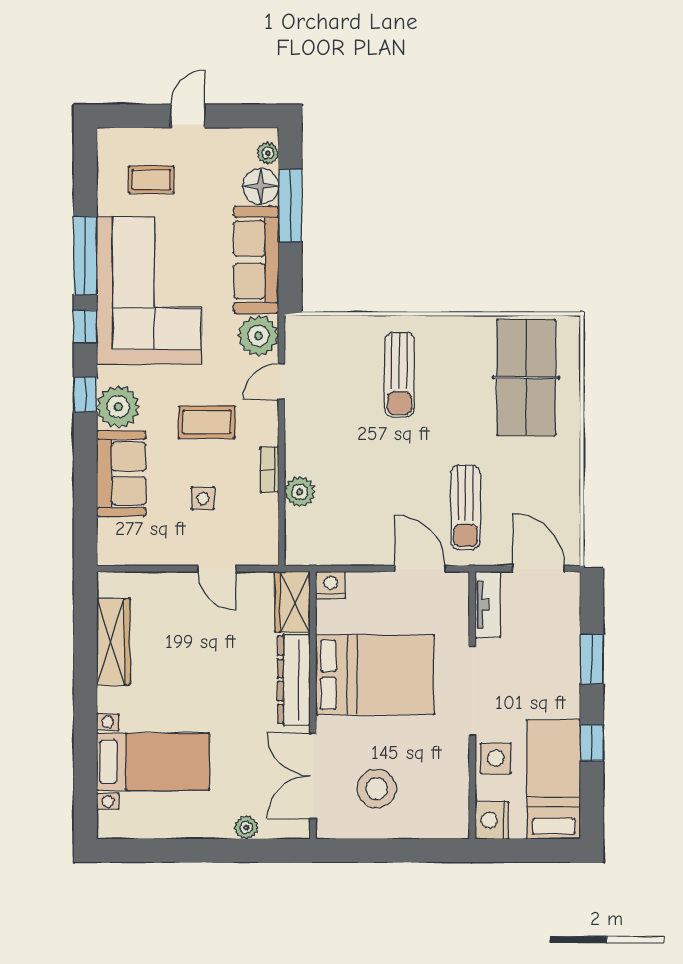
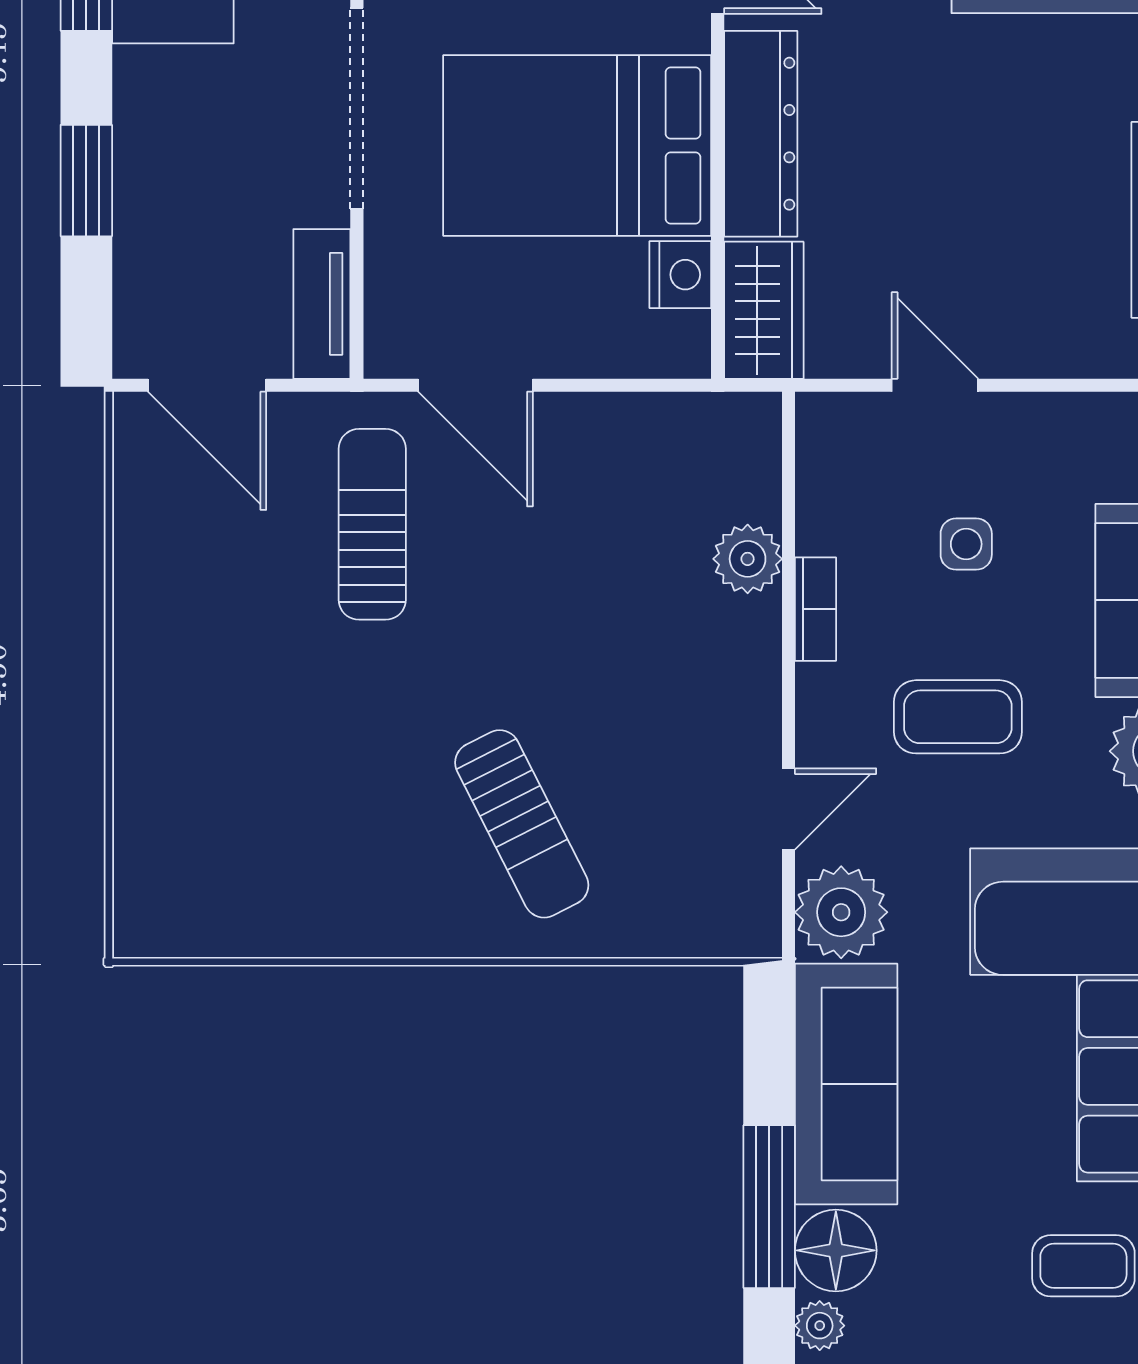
sun lounger: (399, 375) -> (522, 824), turned 153
table tennis table: (526, 377) -> (235, 818), removed
nightstand: (331, 585) -> (680, 275), moved, turned -90

